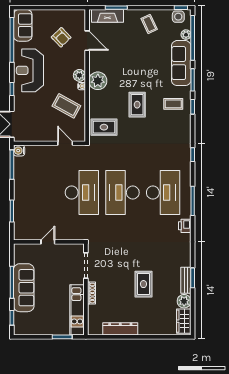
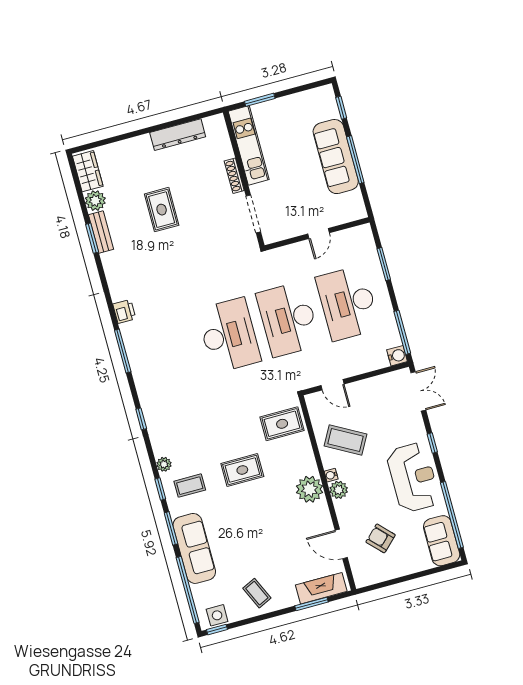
plant: (186, 35) -> (164, 464), moved
rug: (137, 105) -> (242, 470), turned 90
desk: (163, 193) -> (348, 303), moved

